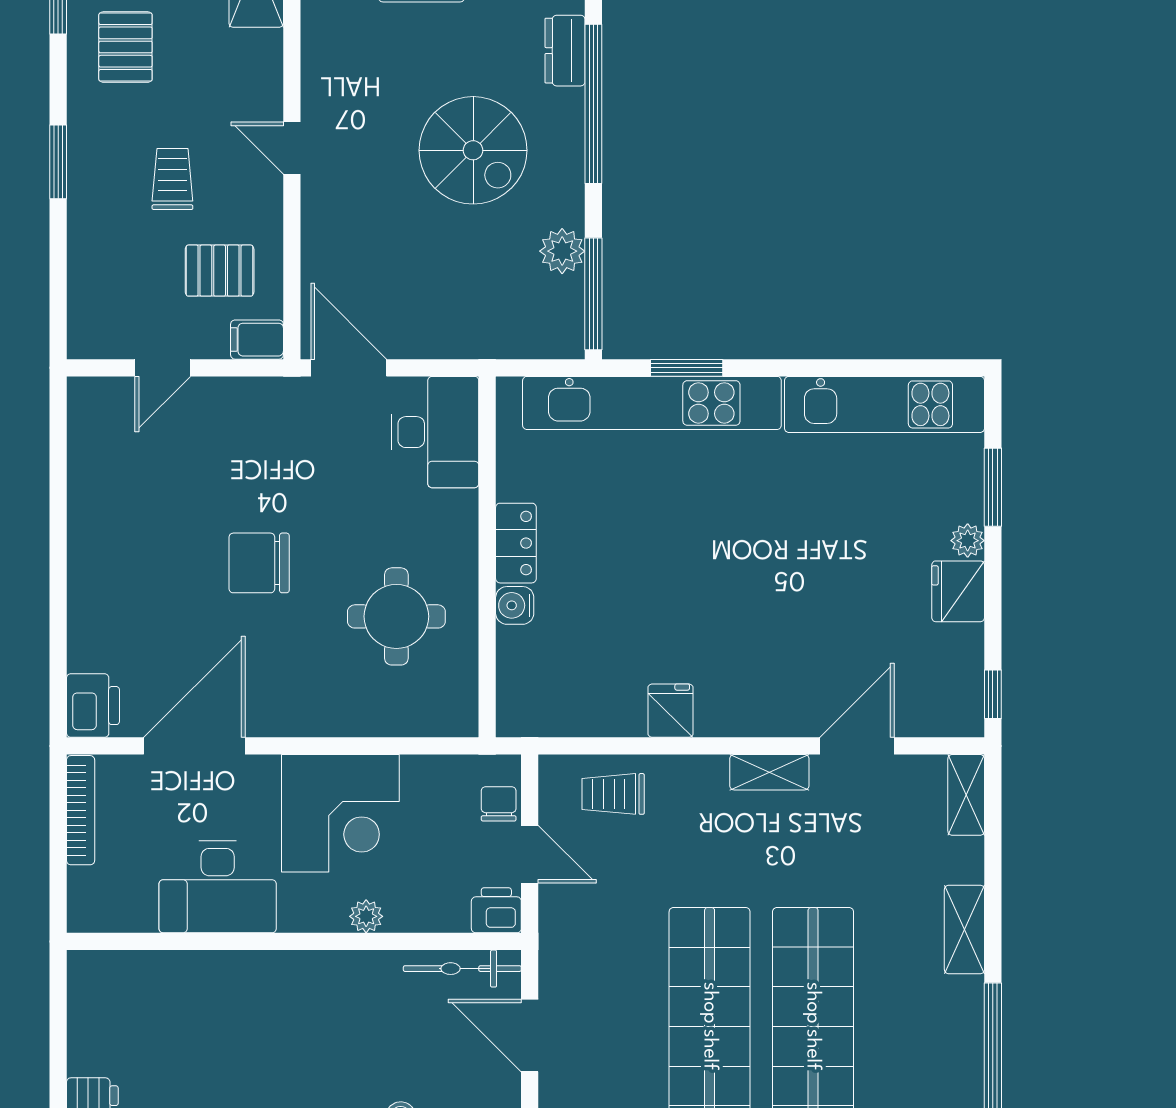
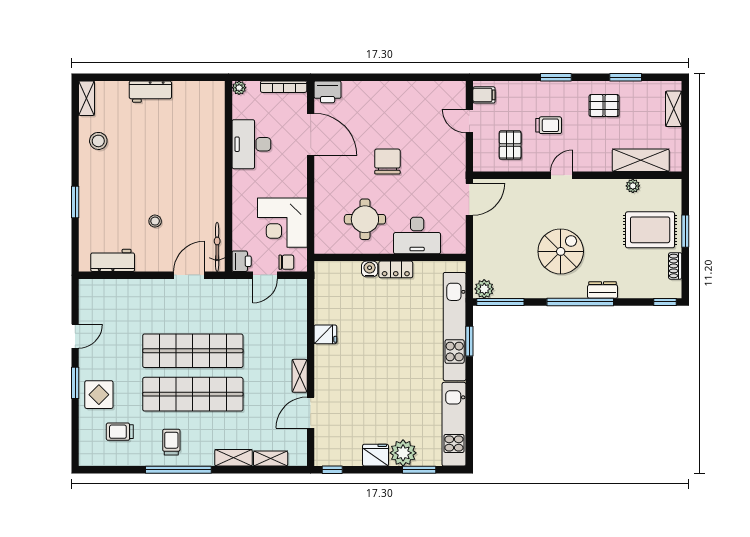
spiral stairs: (473, 150) -> (561, 251), turned 180
plant: (562, 251) -> (484, 289), moved
filing cabinet: (257, 340) -> (484, 95), moved, turned 90
desk: (435, 432) -> (417, 235), moved
plant: (968, 541) -> (403, 453), width x1.88, depth x1.88
door: (857, 746) -> (311, 413), swing flipped
trolley: (613, 794) -> (171, 442), moved
shelving: (966, 795) -> (271, 458), moved
corner desk: (340, 813) -> (282, 223), moved
plant: (366, 916) -> (239, 88), moved

